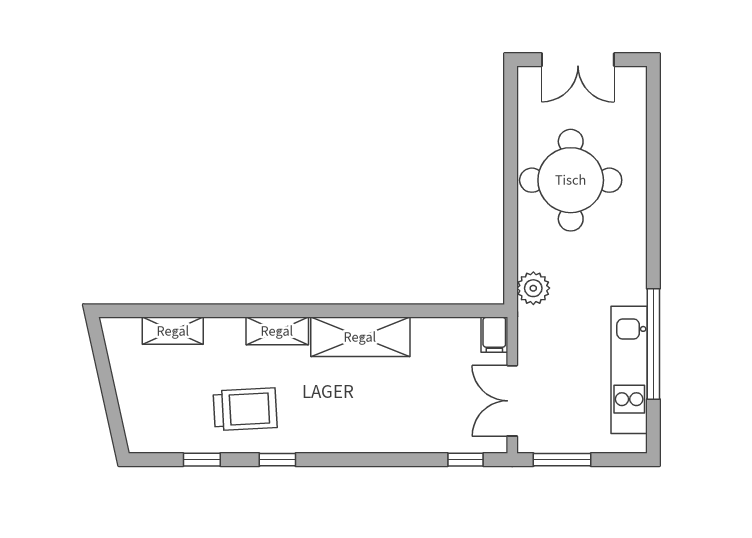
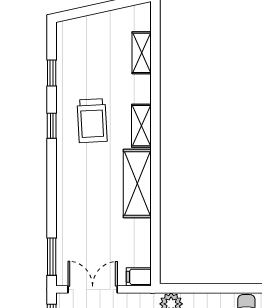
trolley: (245, 409) -> (92, 121), moved
window: (465, 460) -> (52, 257), width x1.50

